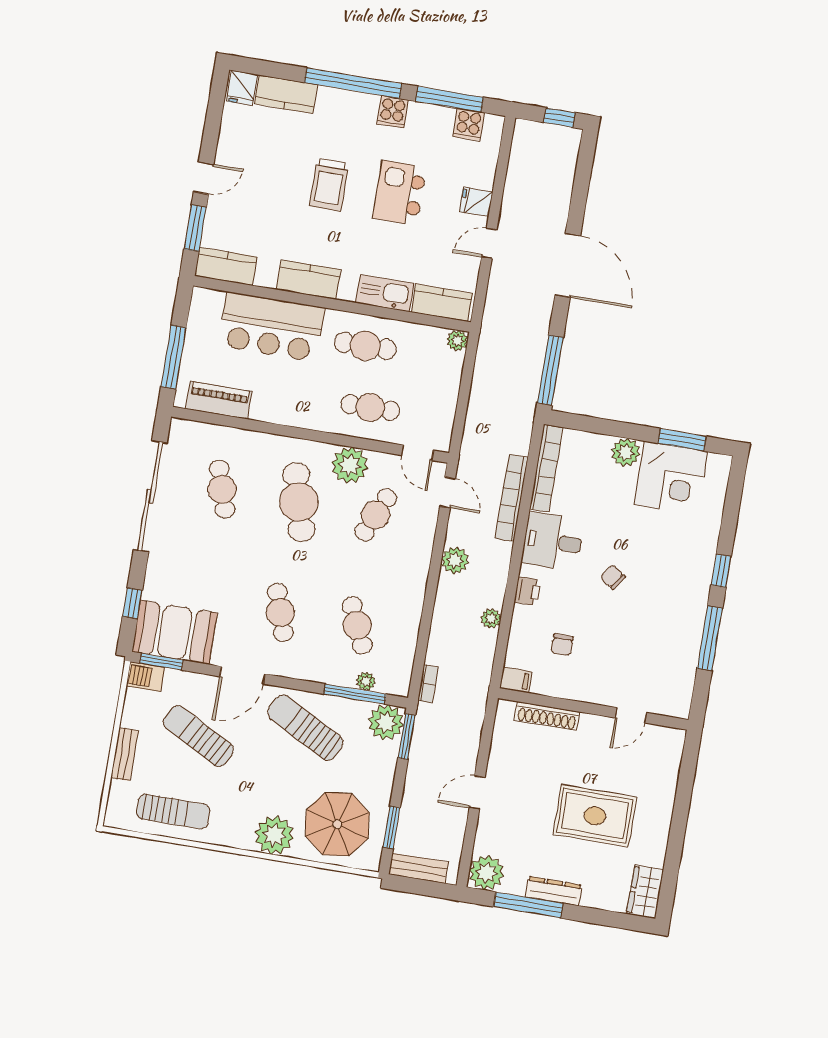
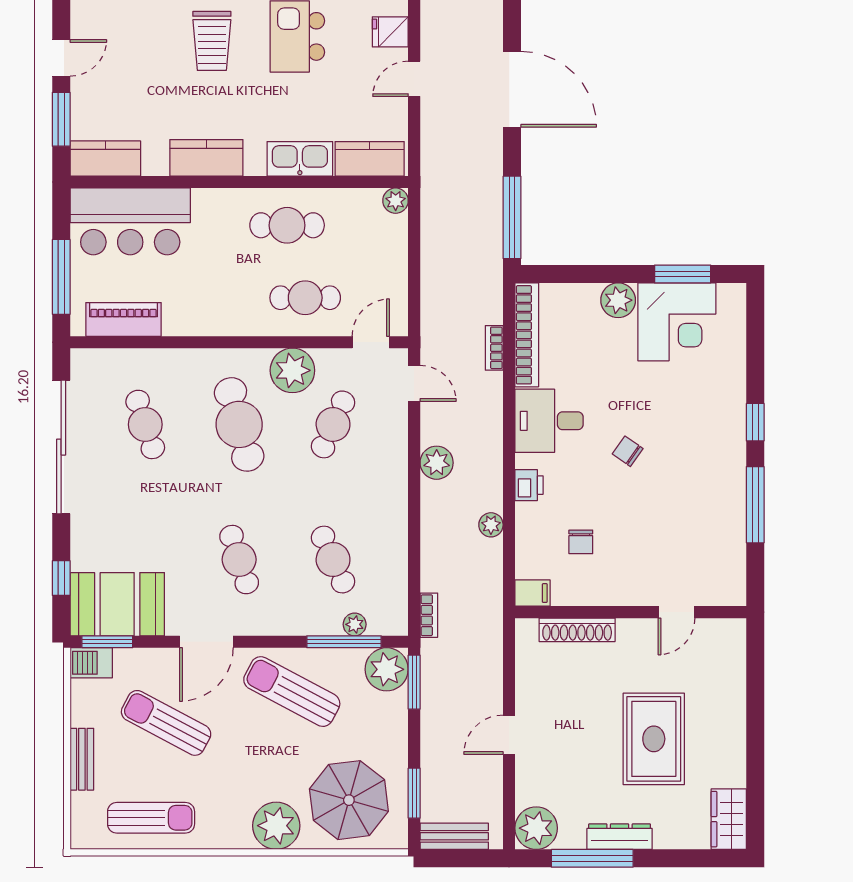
bar counter: (271, 327) -> (130, 221), moved
door: (418, 453) -> (371, 342), swing flipped
bookcase: (512, 498) -> (494, 348), width x0.43, depth x0.76
rug: (595, 816) -> (654, 739), turned 90

